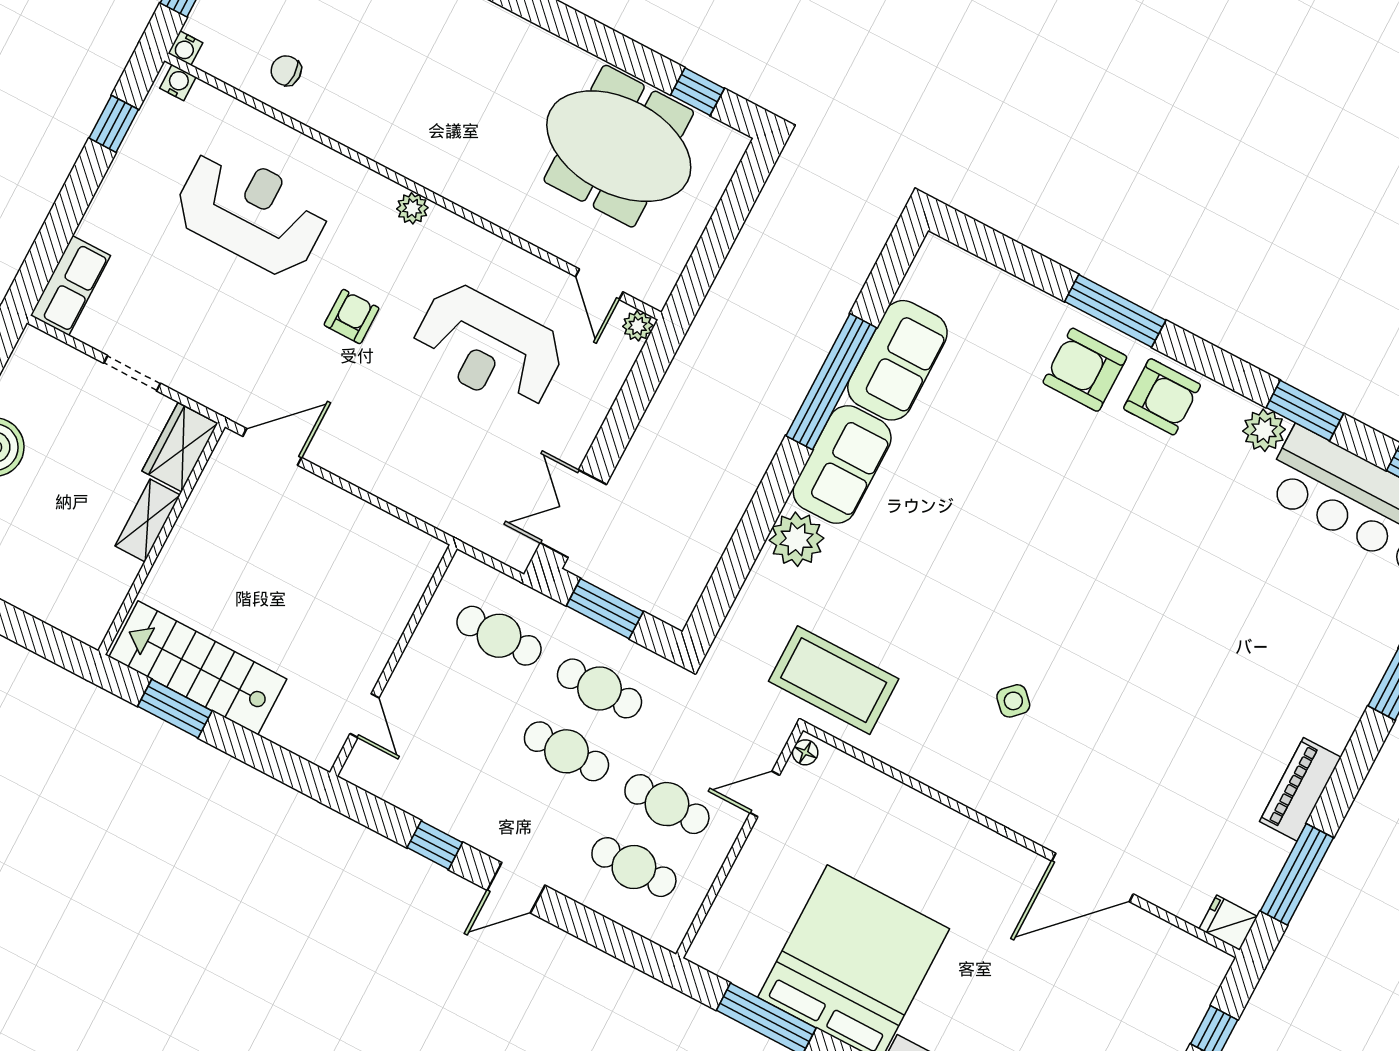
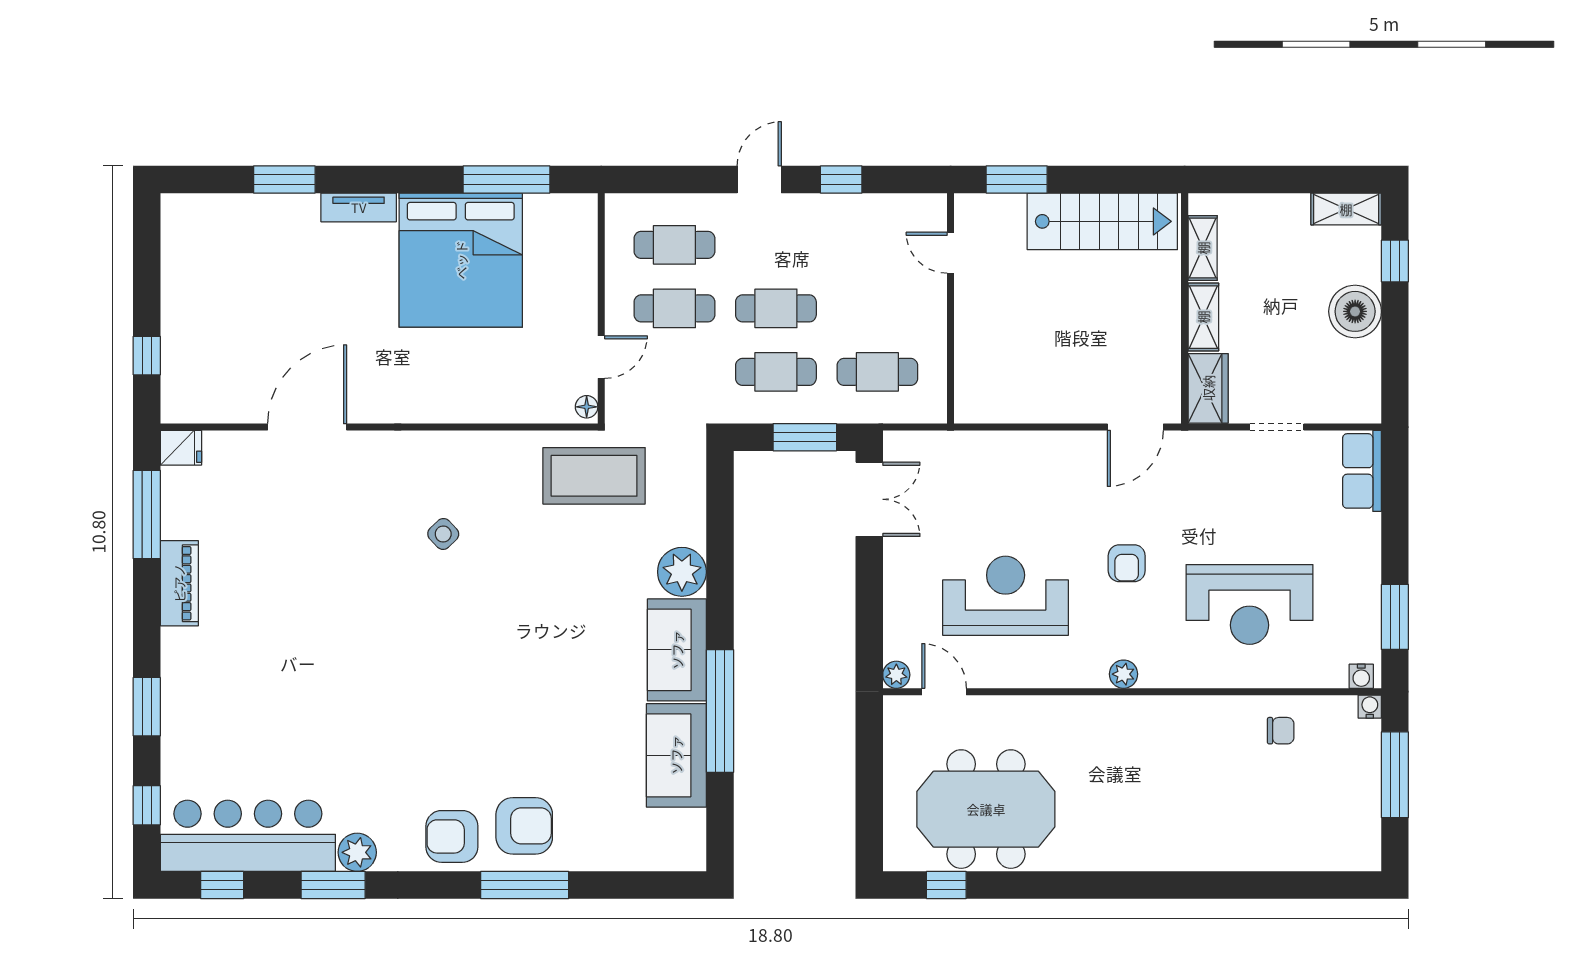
window: (114, 124) -> (1395, 617), width x1.50
shelving: (112, 589) -> (1203, 248), added
window: (175, 709) -> (1017, 180), moved

